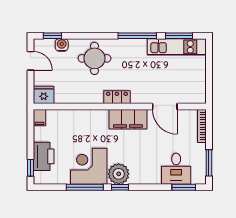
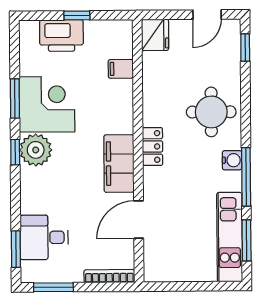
water cooler: (62, 45) -> (232, 160), moved
filing cabinet: (40, 118) -> (121, 69), moved
window: (31, 168) -> (77, 15), moved
window: (85, 187) -> (15, 98), width x0.69

